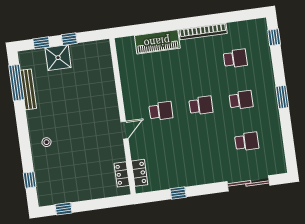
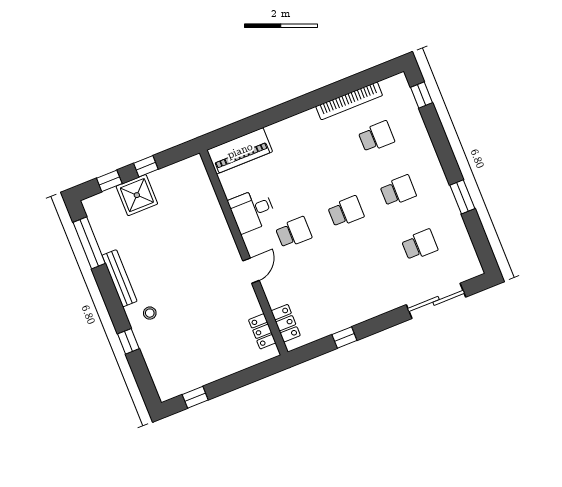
bookcase: (203, 31) -> (349, 101), moved
piano: (157, 42) -> (240, 151), moved
desk: (136, 88) -> (252, 210), added
bench: (28, 89) -> (120, 278), moved
window: (282, 97) -> (462, 197), moved
window: (30, 180) -> (128, 341), moved

